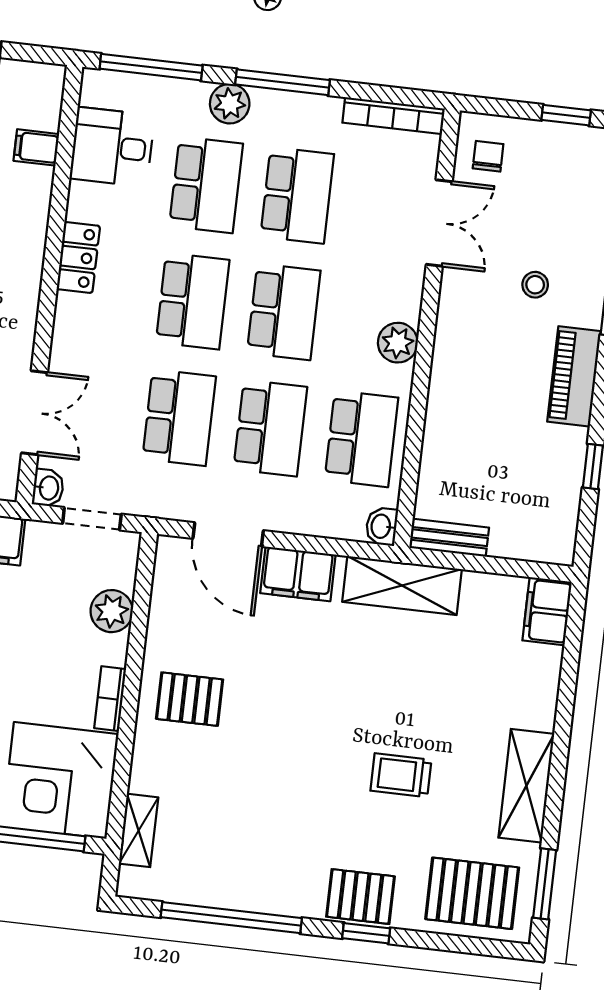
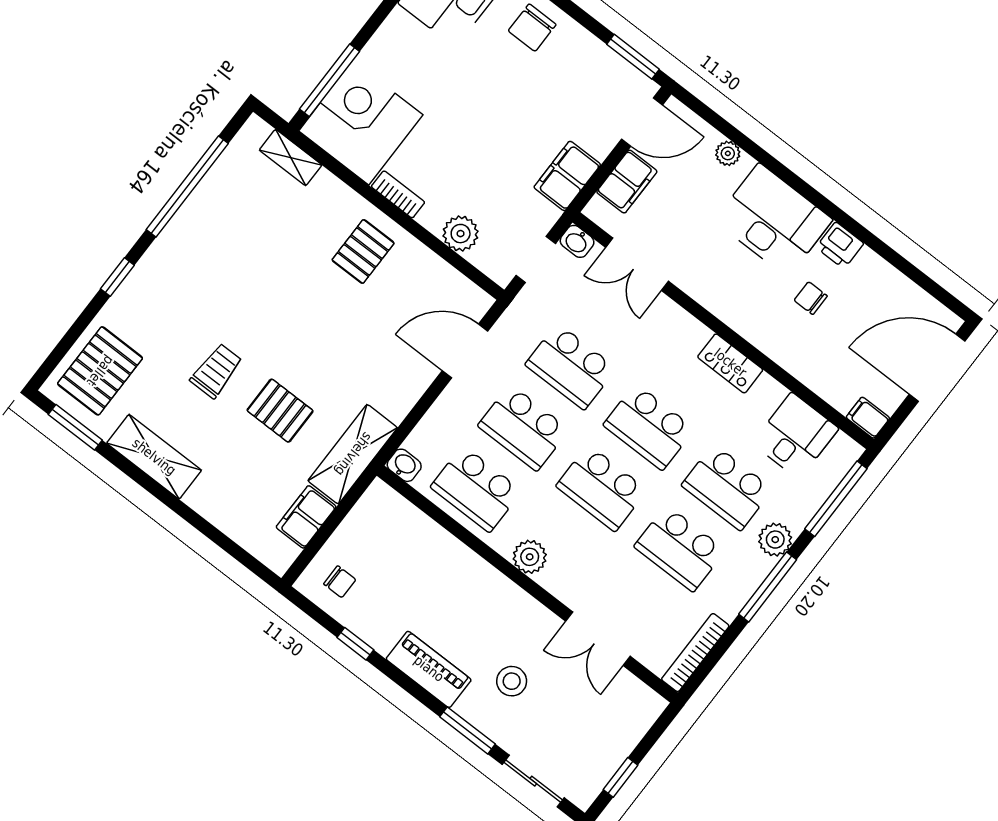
filing cabinet: (36, 147) -> (868, 418), moved, turned -90
chair: (488, 156) -> (340, 582), moved
stool: (535, 285) -> (512, 681), width x1.37, depth x1.37
bench: (449, 538) -> (367, 509), removed
filing cabinet: (298, 574) -> (406, 384), removed
filing cabinet: (547, 611) -> (306, 517), moved, turned -90
pallet: (360, 897) -> (280, 411), moved, turned 90

